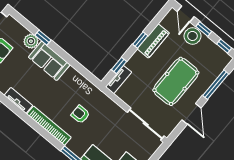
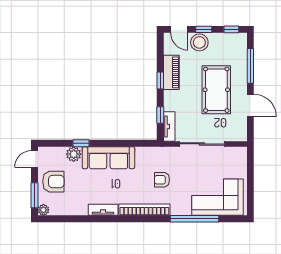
sofa: (49, 61) -> (108, 158), width x1.36
sliding door: (146, 124) -> (202, 144), moved

